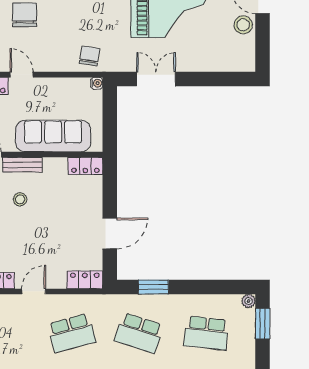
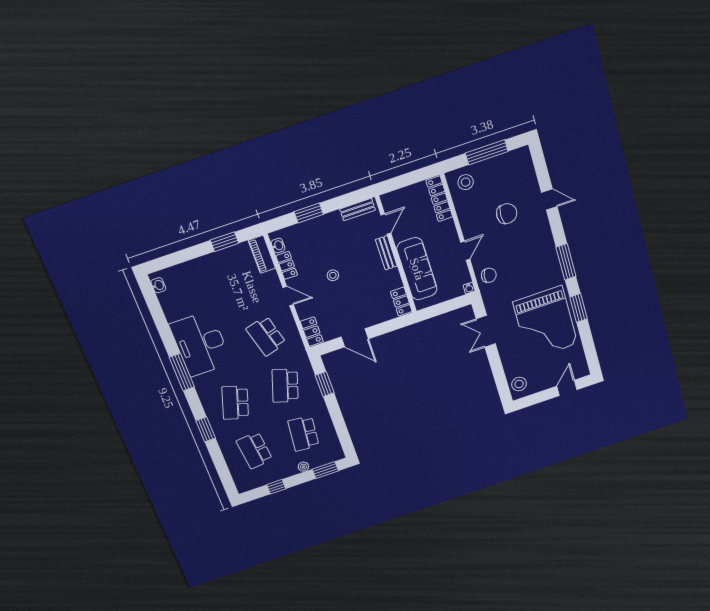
stool: (243, 25) -> (519, 384), moved
door: (22, 75) -> (465, 251), moved
double door: (156, 79) -> (486, 331), swing flipped
stool: (20, 199) -> (333, 275), moved
plant: (249, 301) -> (303, 467), moved

